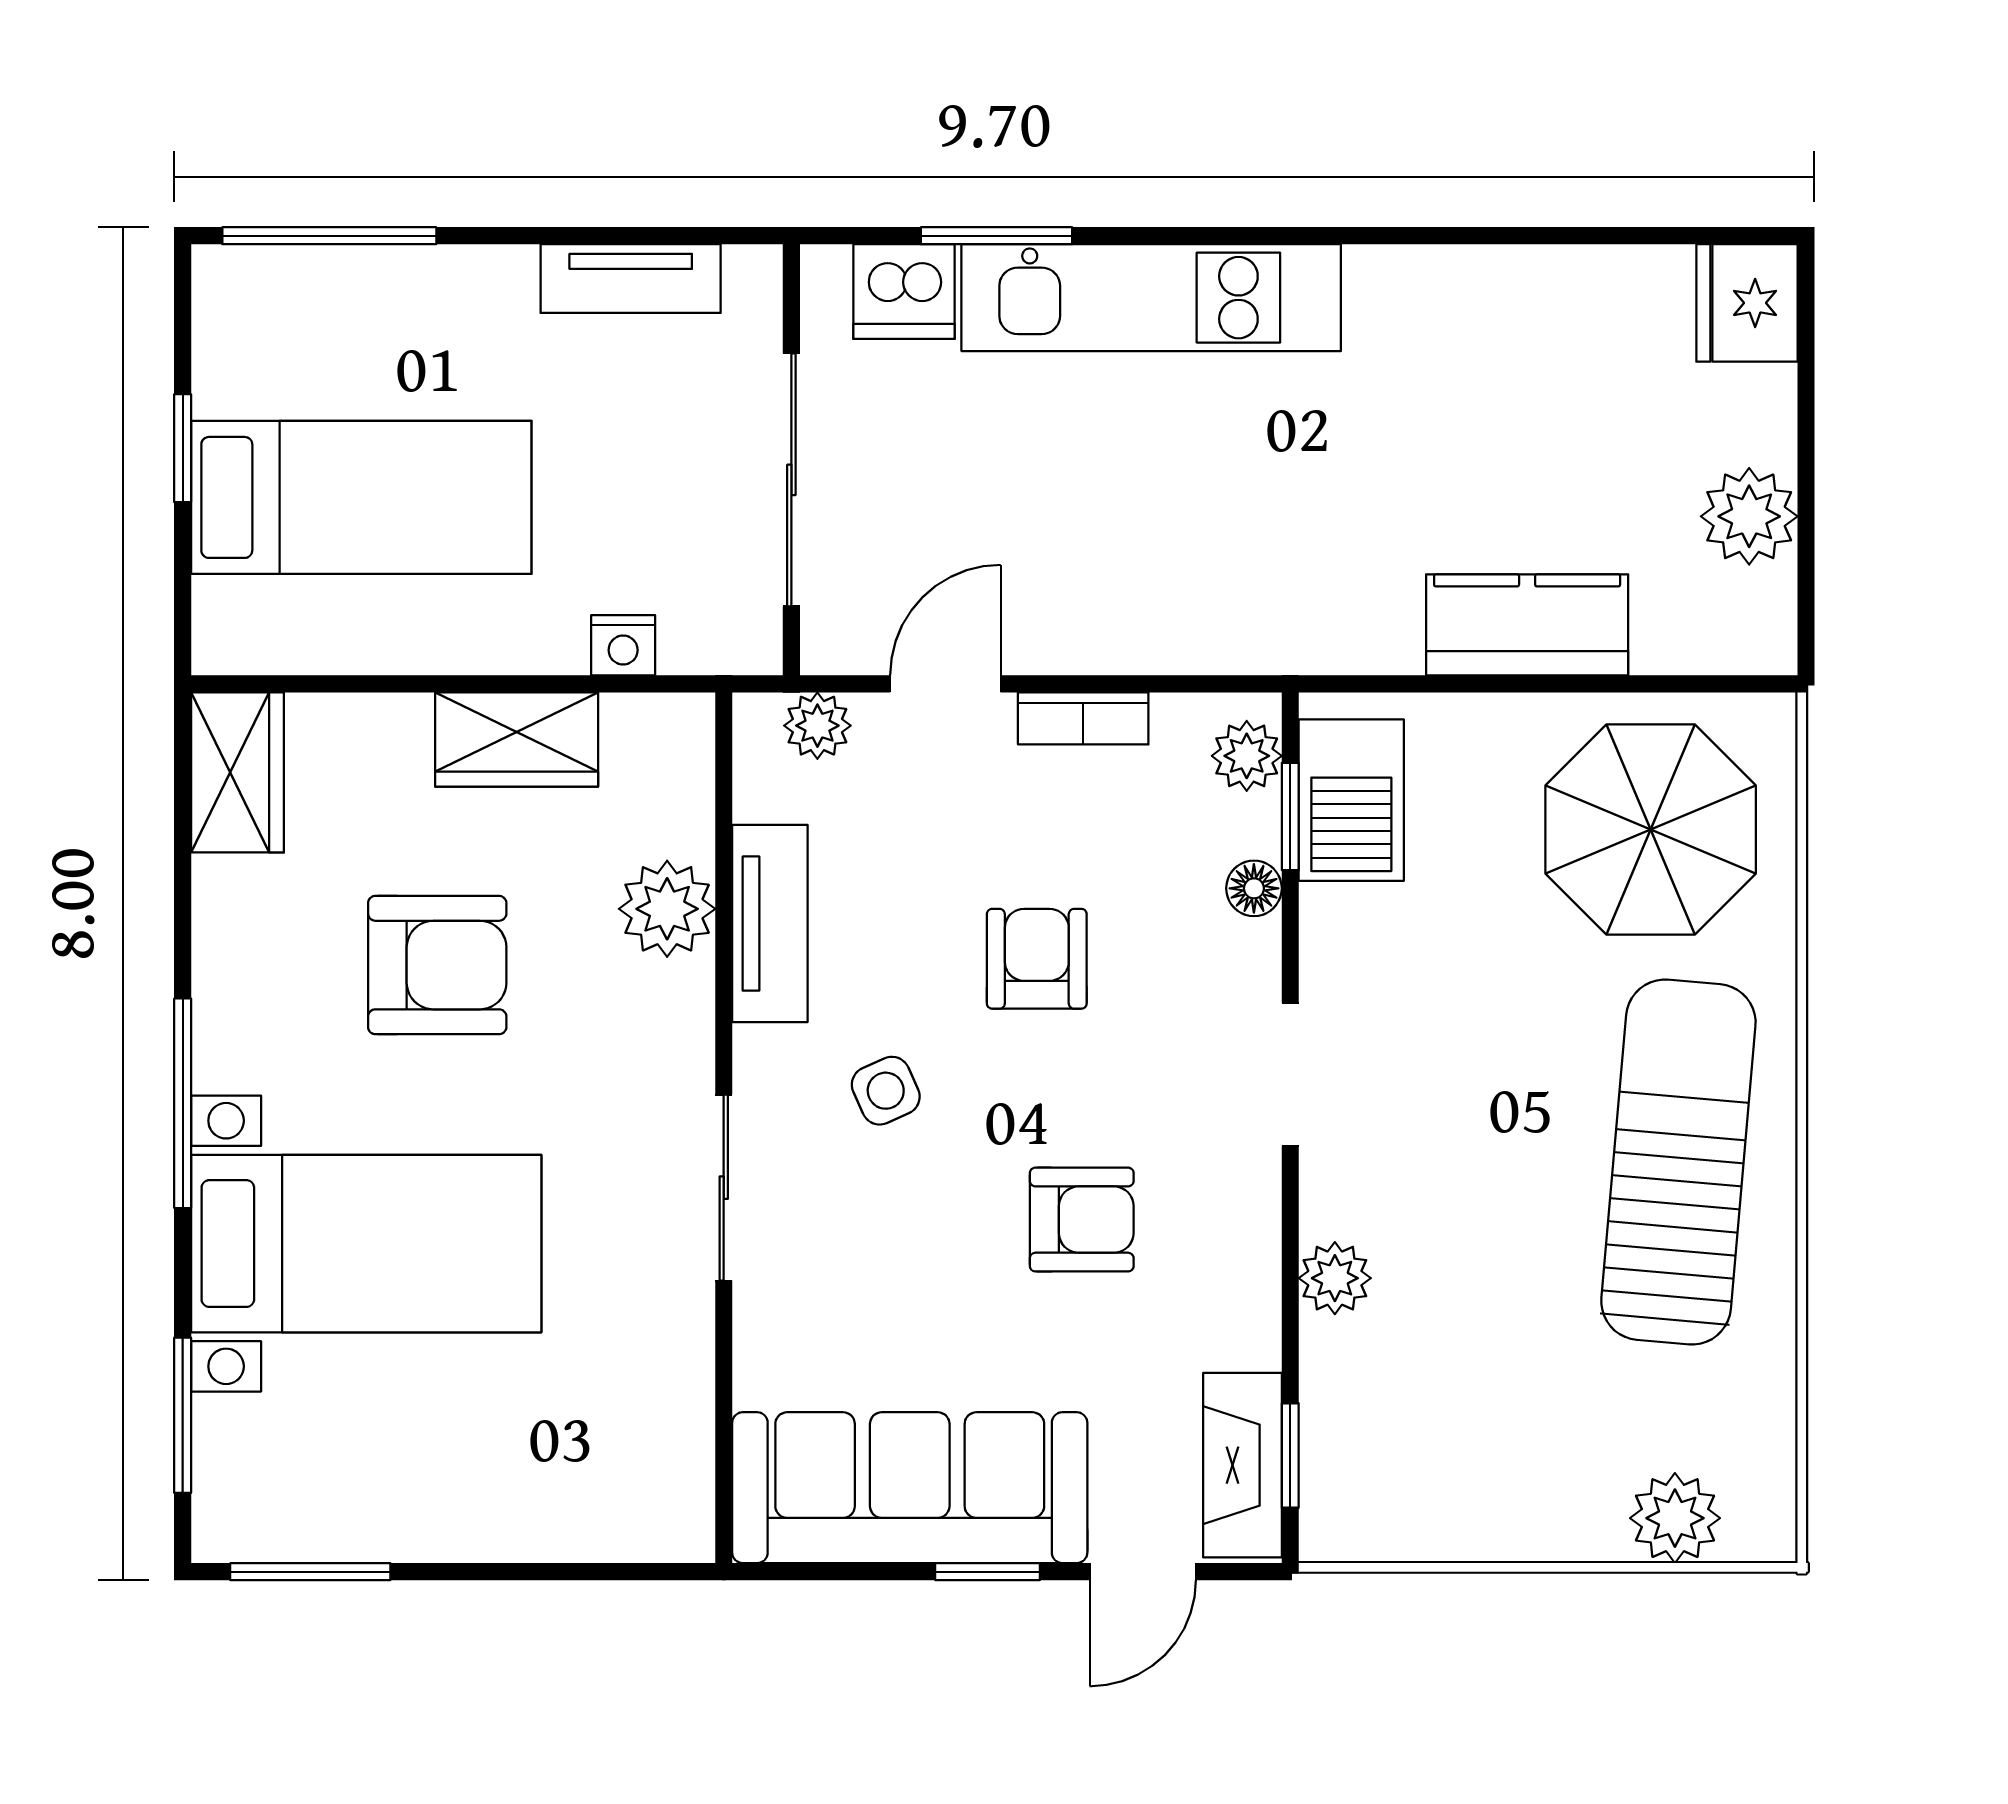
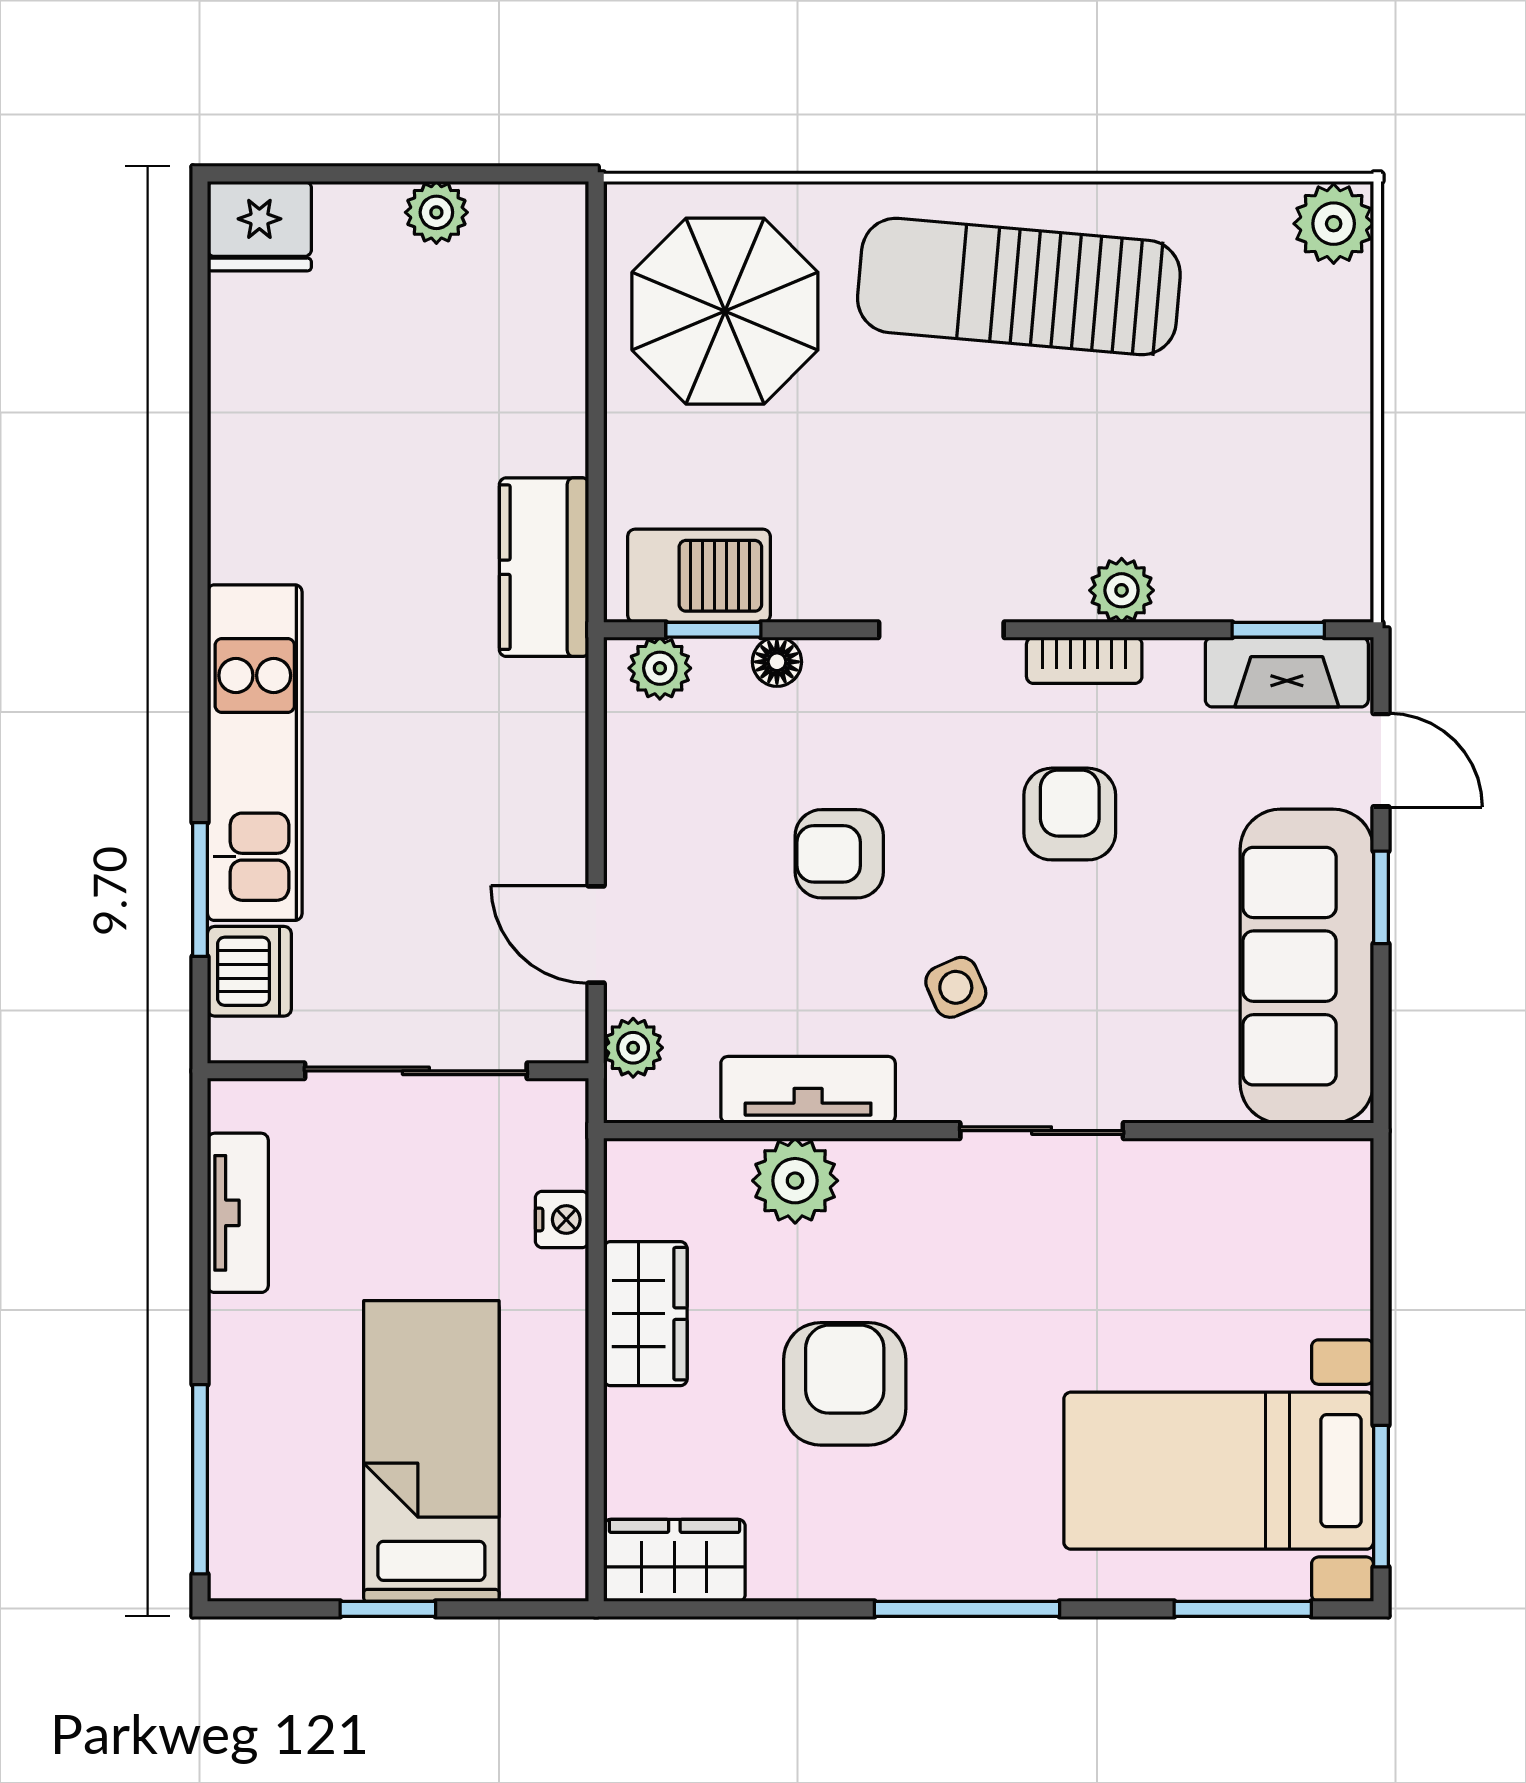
plant: (1749, 516) -> (436, 212), width x0.73, depth x0.73
kitchen counter: (1527, 625) -> (544, 567), moved
bookcase: (1083, 718) -> (1084, 660), moved, turned 90
bed with nightstands: (366, 1244) -> (1219, 1471), moved, turned -90
plant: (1675, 1518) -> (1334, 224), moved

